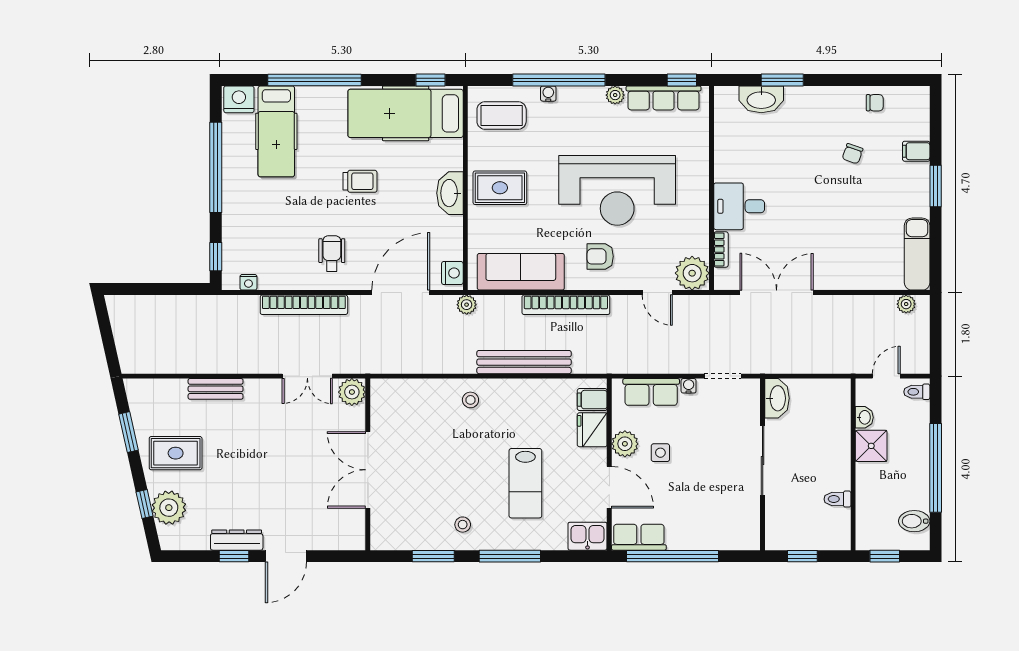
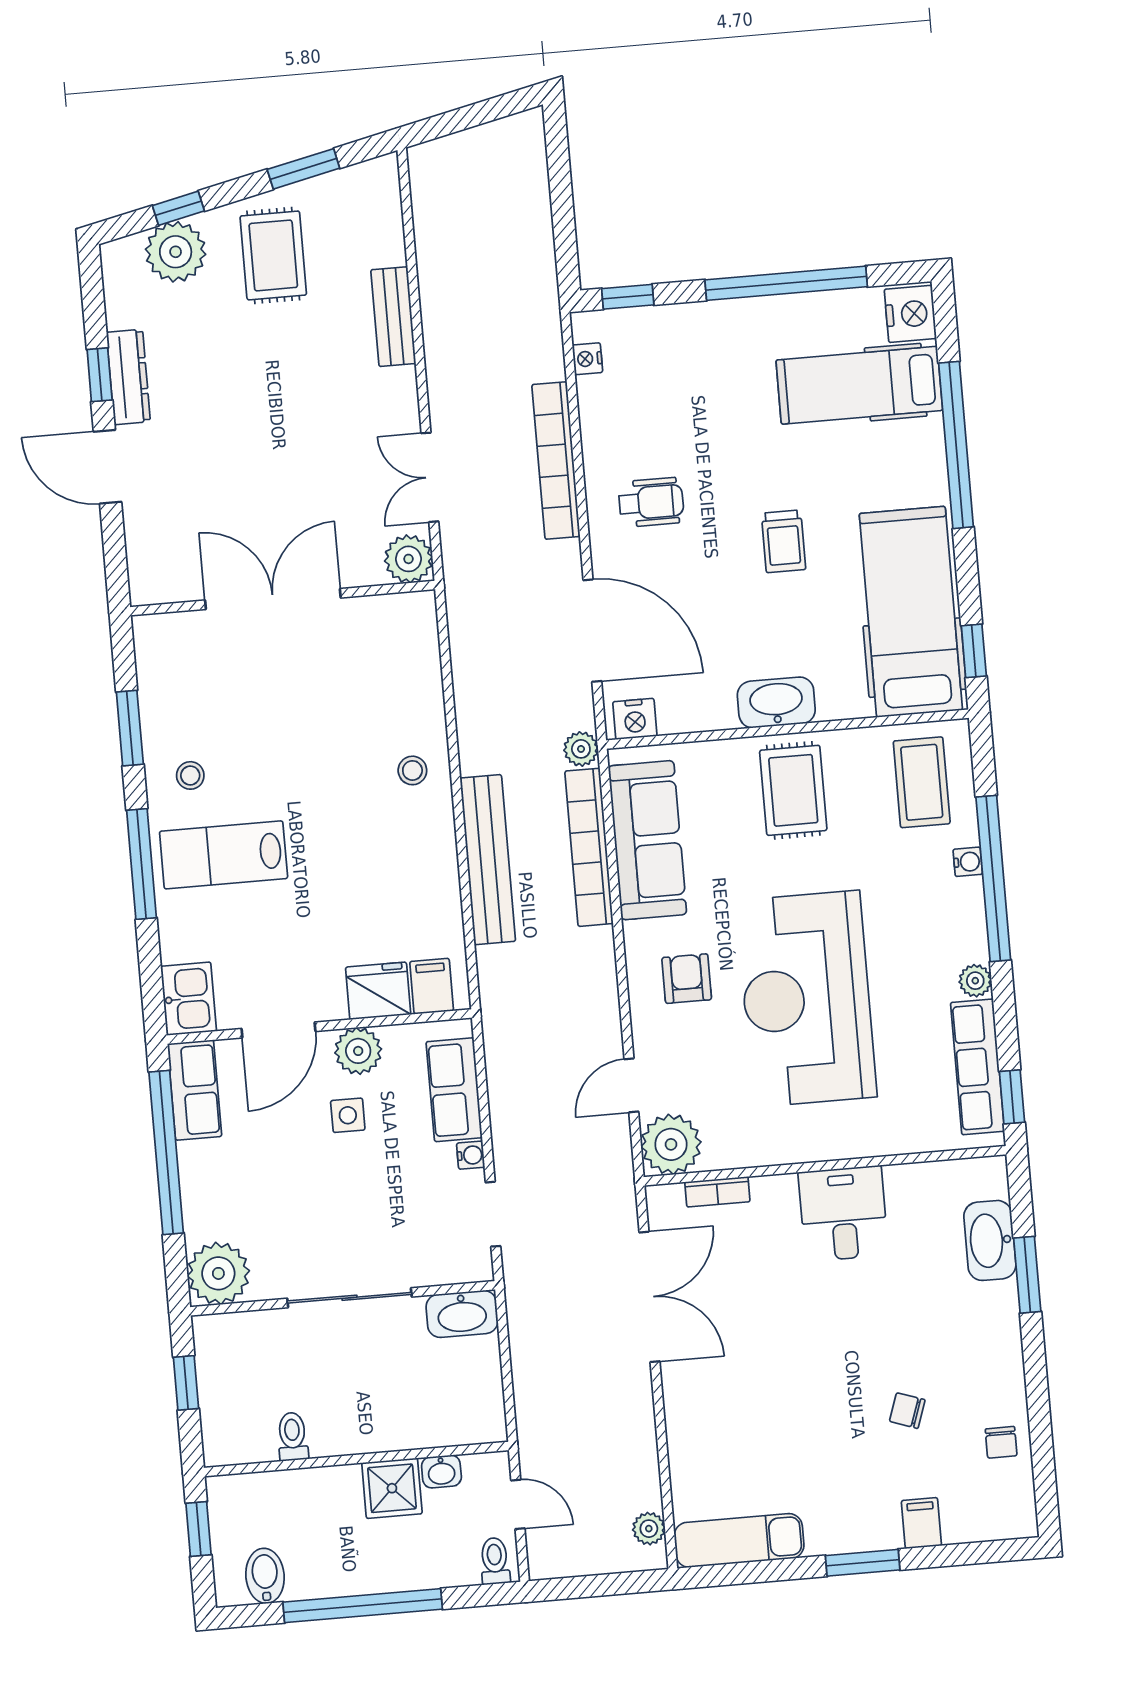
desk: (739, 206) -> (843, 1214), moved
bookcase: (566, 305) -> (589, 847), moved
lab bench: (525, 483) -> (224, 855), moved
plant: (743, 533) -> (218, 1273), added

